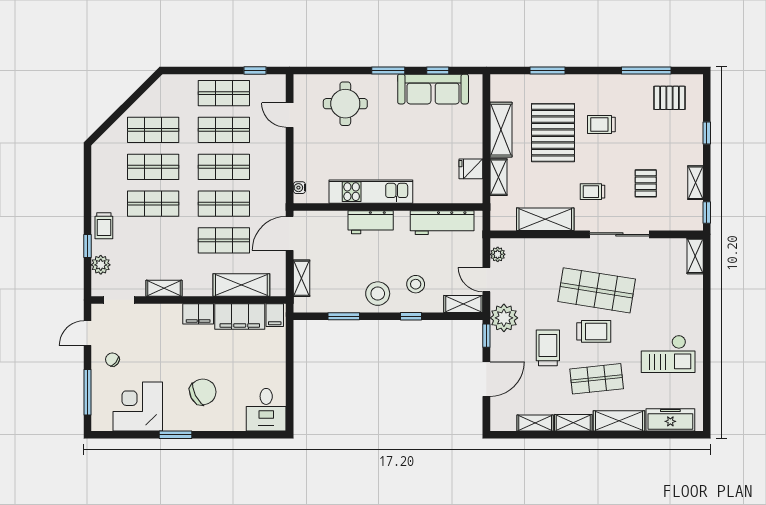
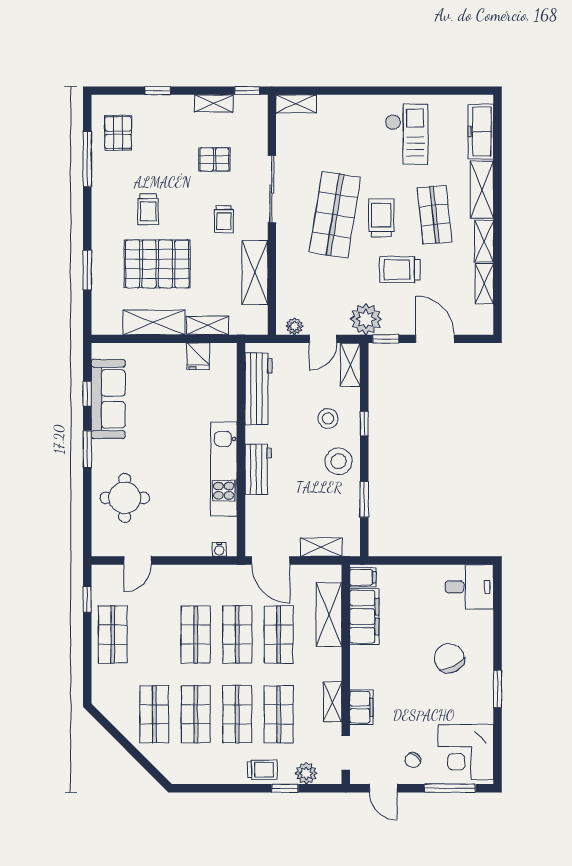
shop shelf: (224, 130) -> (279, 714), moved
filing cabinet: (198, 314) -> (361, 707), moved
corner desk: (138, 407) -> (466, 752), moved

